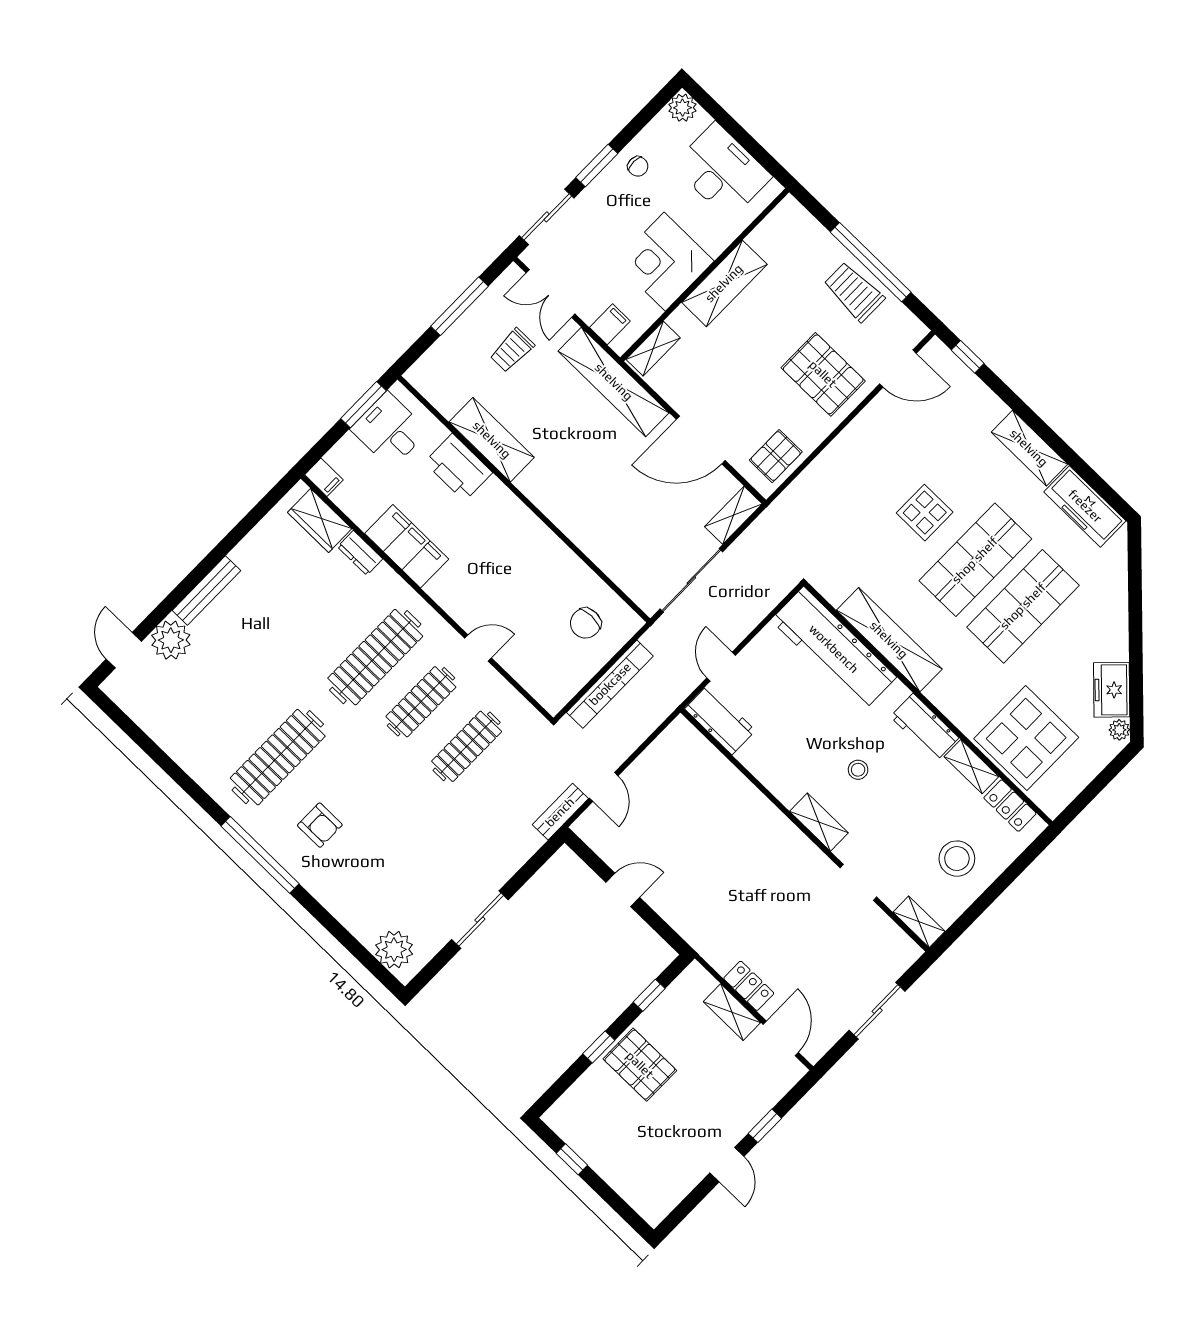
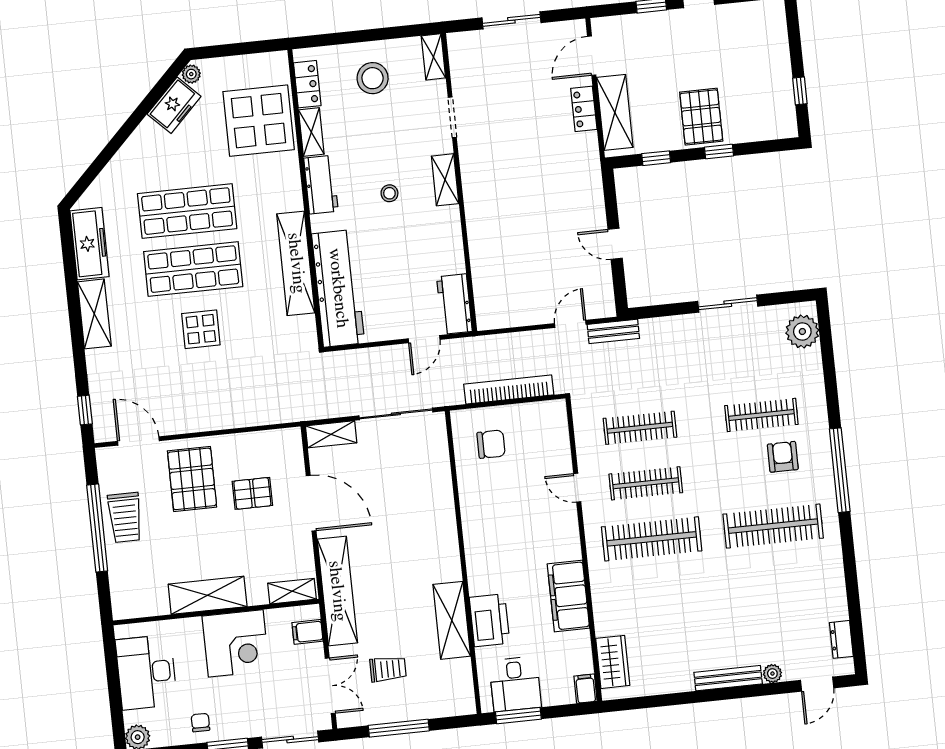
pallet: (776, 456) -> (252, 493), moved
dresser: (360, 553) -> (841, 639), moved, turned 180
plant: (171, 640) -> (772, 674), width x0.53, depth x0.53
clothes rail: (369, 846) -> (761, 415), added
shelving: (732, 1012) -> (615, 112), width x1.50, depth x1.33

